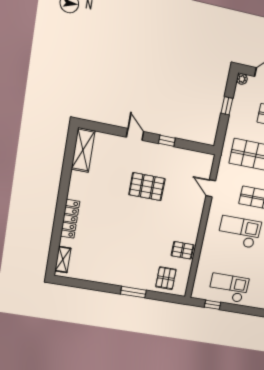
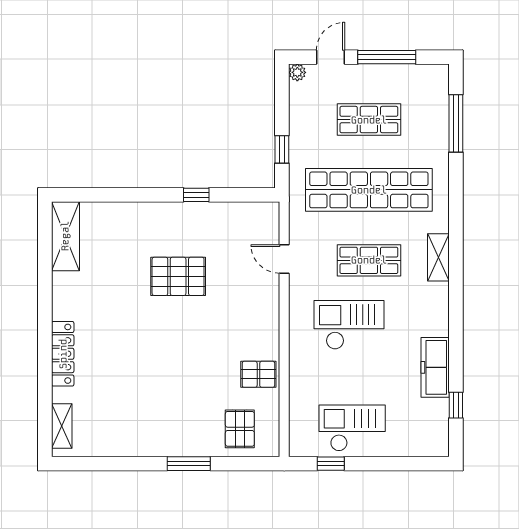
window: (227, 106) -> (282, 149), moved
door: (135, 134) -> (143, 195), removed

